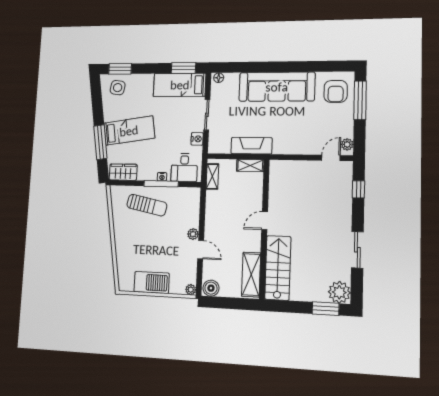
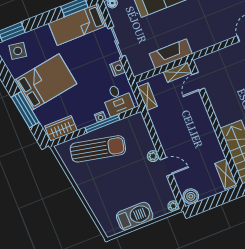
bed: (129, 131) -> (46, 82), width x1.50
sun lounger: (147, 205) -> (98, 149), width x1.36, depth x1.34
door: (265, 221) -> (198, 81), moved
shelving: (251, 275) -> (226, 174), width x0.67, depth x0.75

